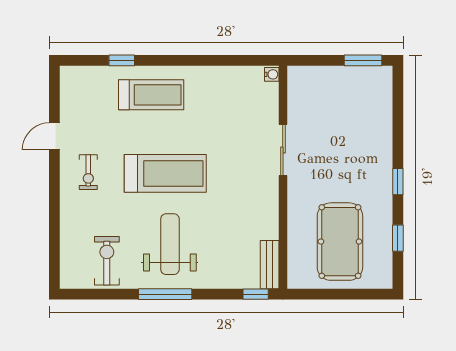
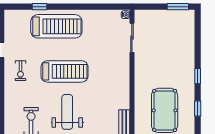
treadmill: (151, 95) -> (56, 26), width x1.37, depth x1.38
sliding door: (283, 150) -> (132, 38), moved

